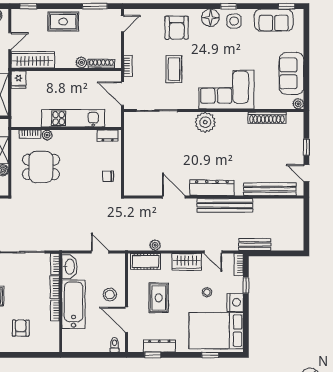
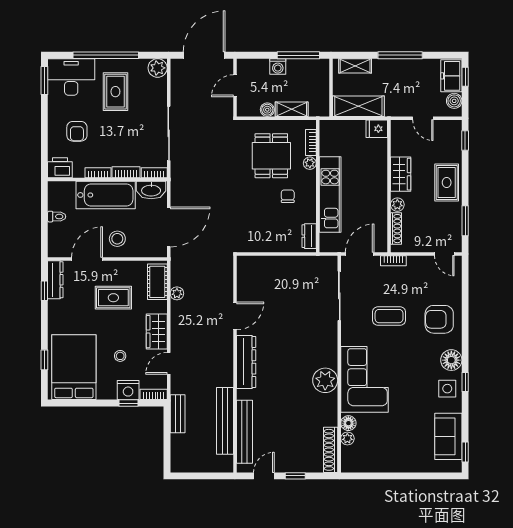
wardrobe: (33, 60) -> (401, 174), moved, width x0.67
sofa: (291, 73) -> (384, 458), removed
floor lamp: (263, 103) -> (348, 423), added
plant: (298, 104) -> (347, 438), moved
shoe rack: (267, 118) -> (331, 450), moved
plant: (205, 122) -> (325, 380), moved
chair: (108, 176) -> (288, 196), moved
bench: (225, 205) -> (225, 421), moved
door: (100, 252) -> (169, 227), width x1.88
nightstand: (235, 302) -> (128, 390), moved
armchair: (21, 328) -> (77, 131), turned 90
printer: (51, 342) -> (60, 168), added
toilet: (115, 345) -> (57, 217), moved
dresser: (159, 346) -> (55, 280), moved

